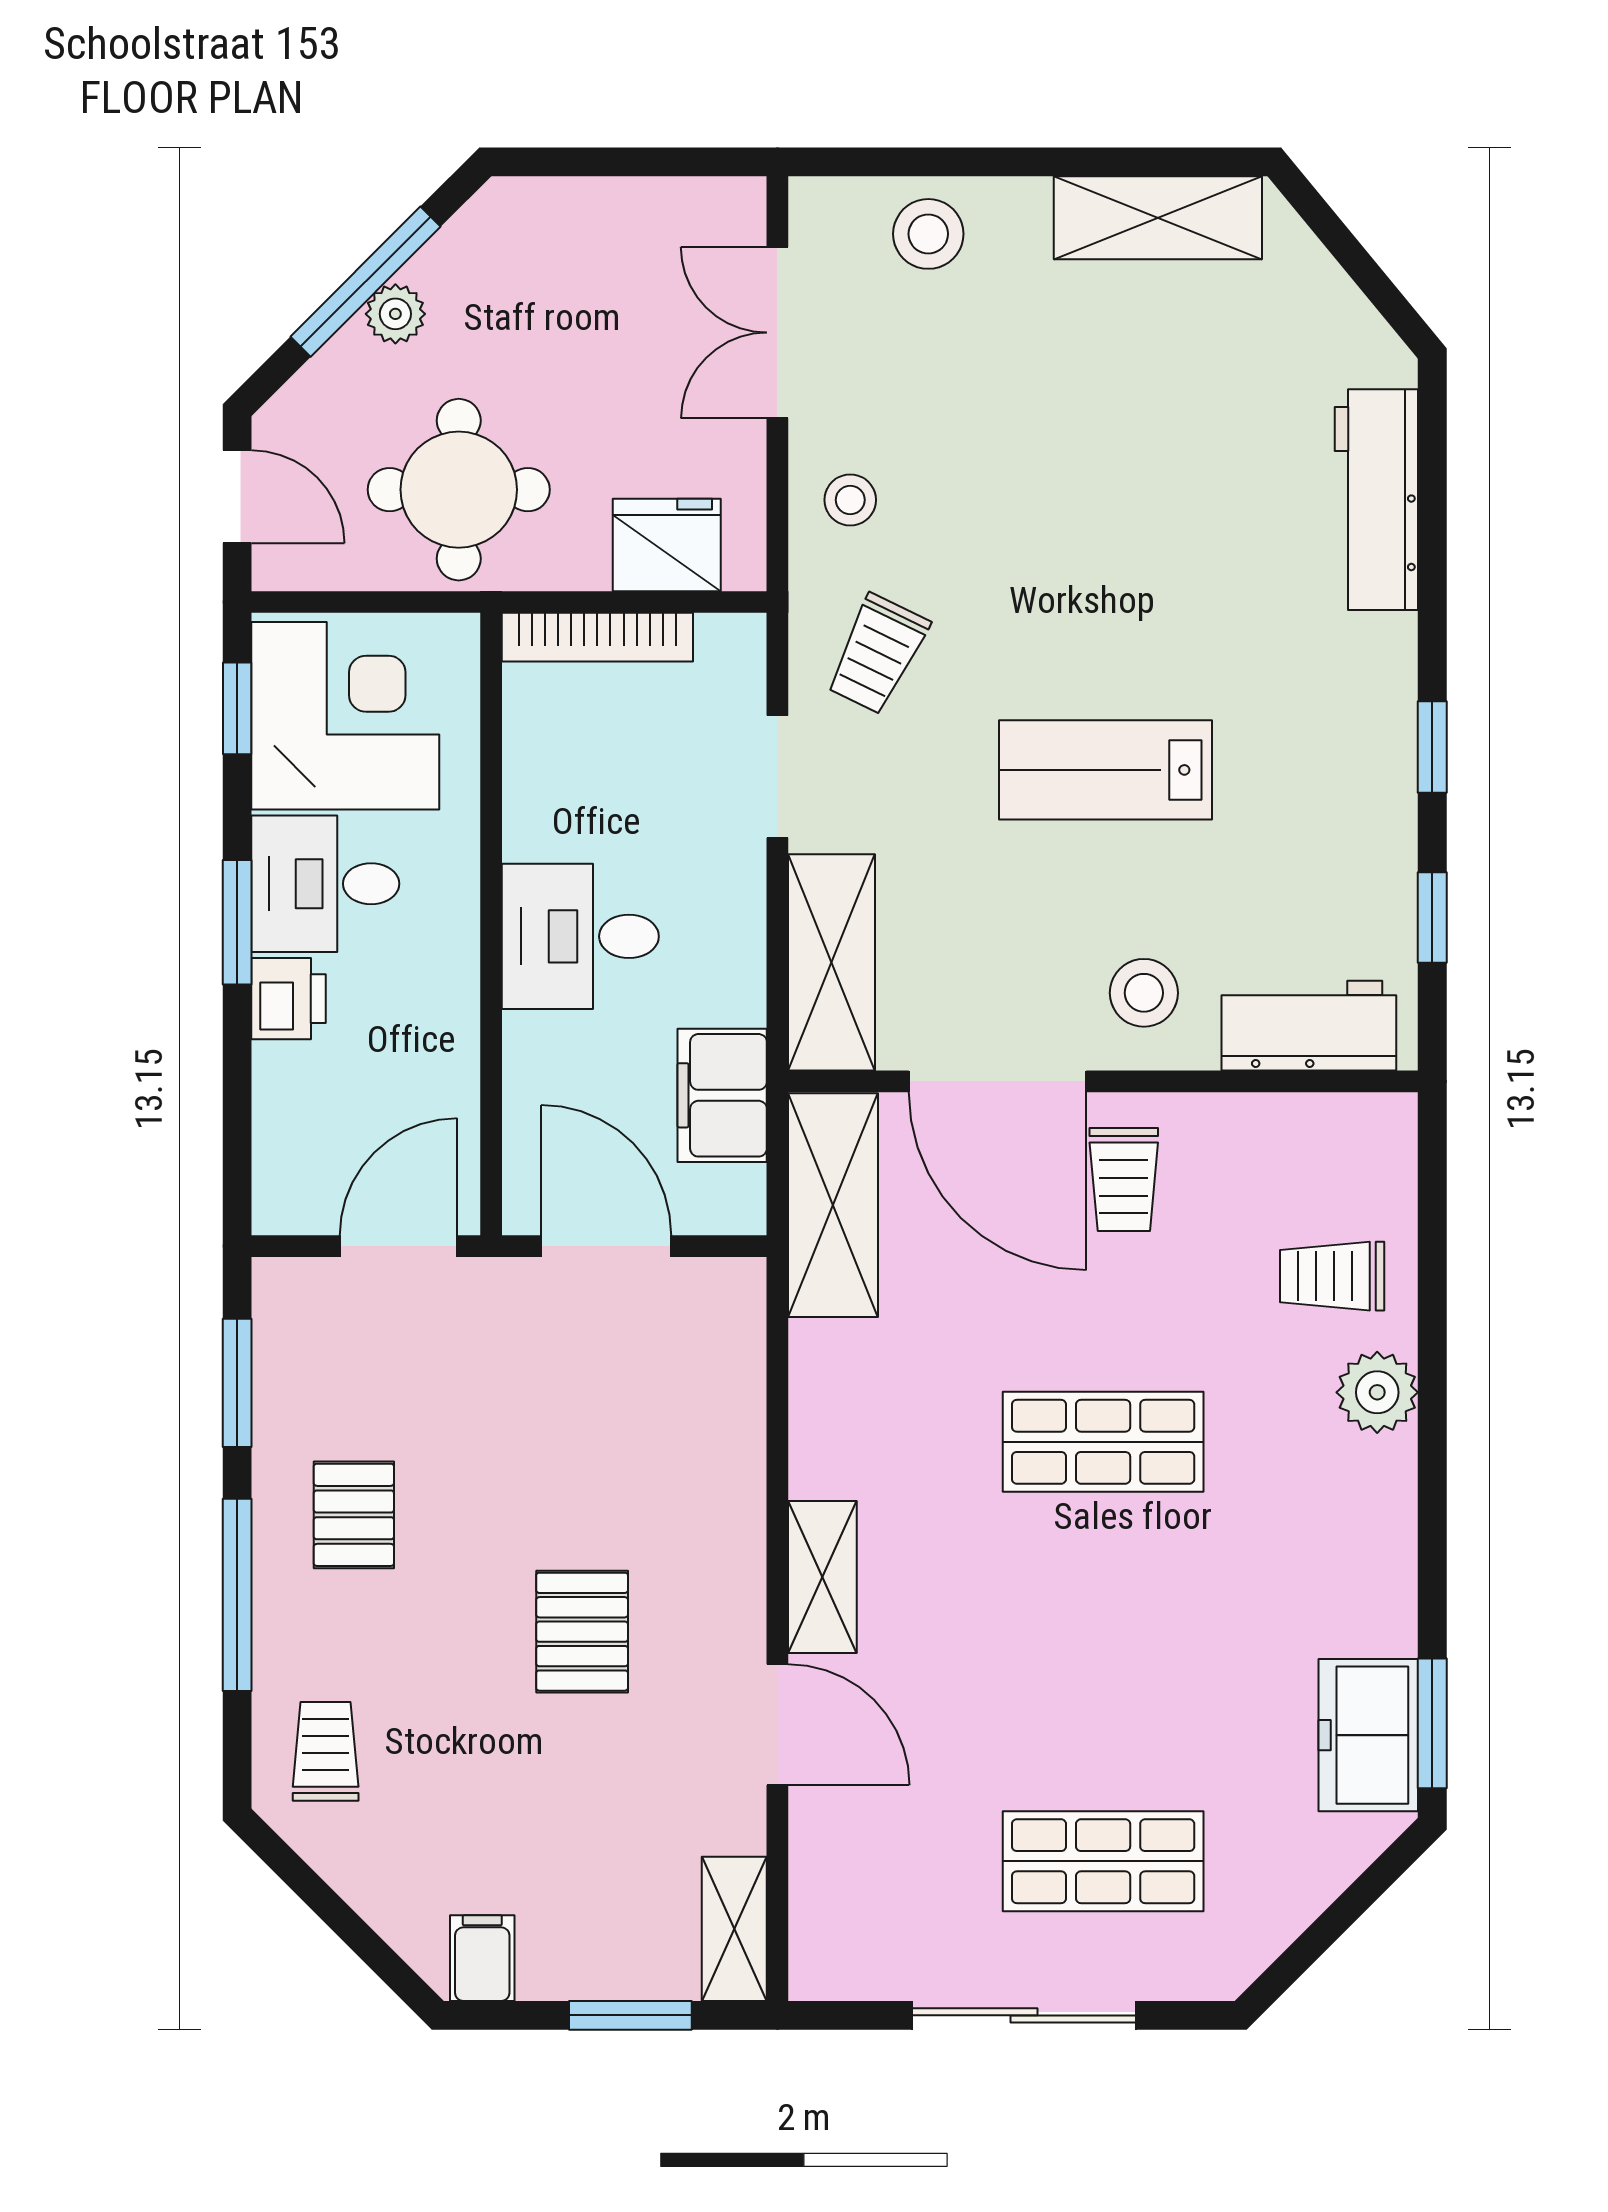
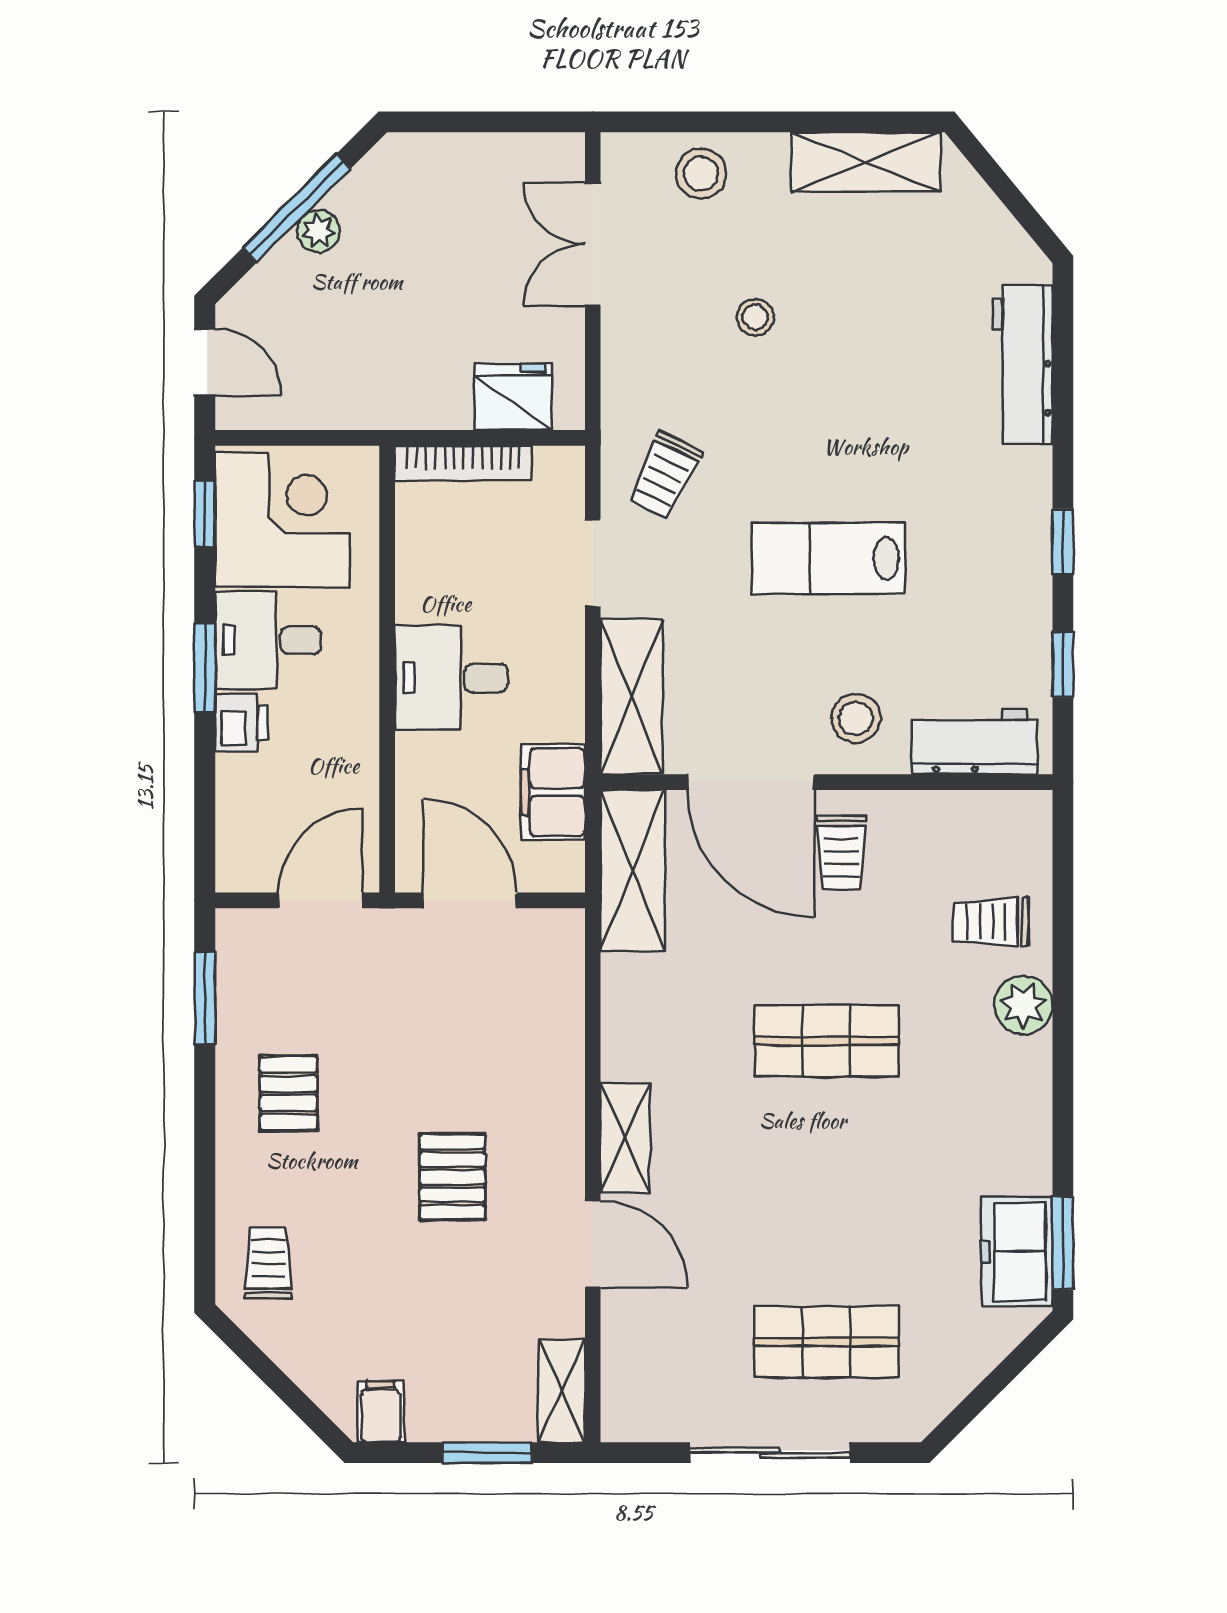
round table: (459, 490) -> (364, 357), removed
stool: (850, 500) -> (755, 317), moved
window: (237, 1595) -> (205, 1151), removed

